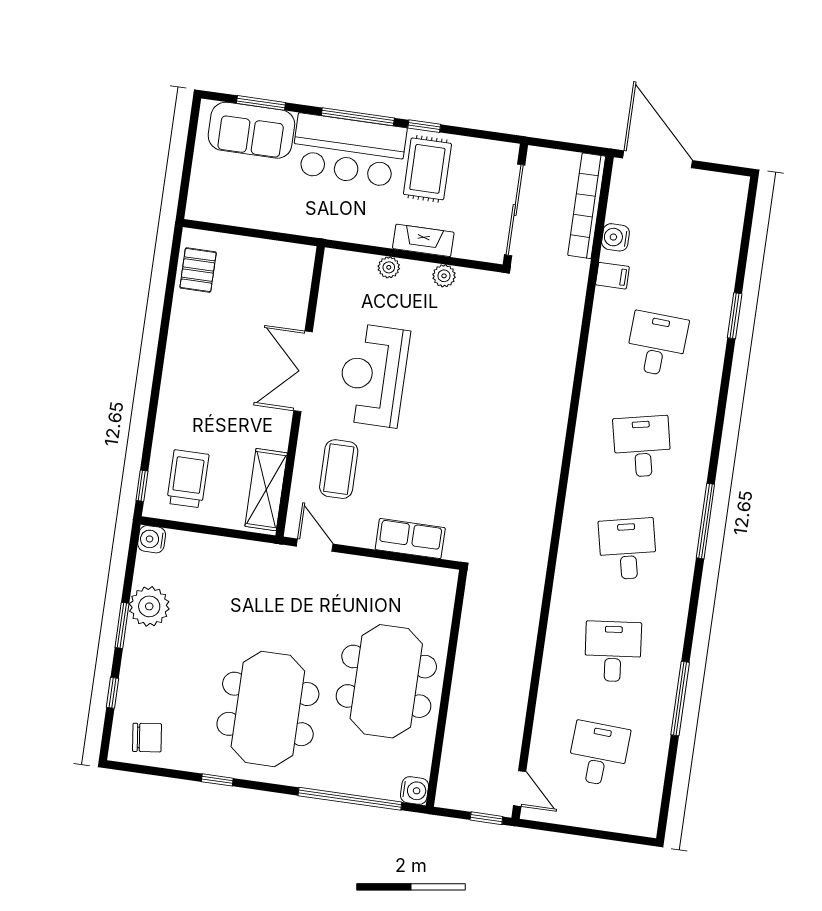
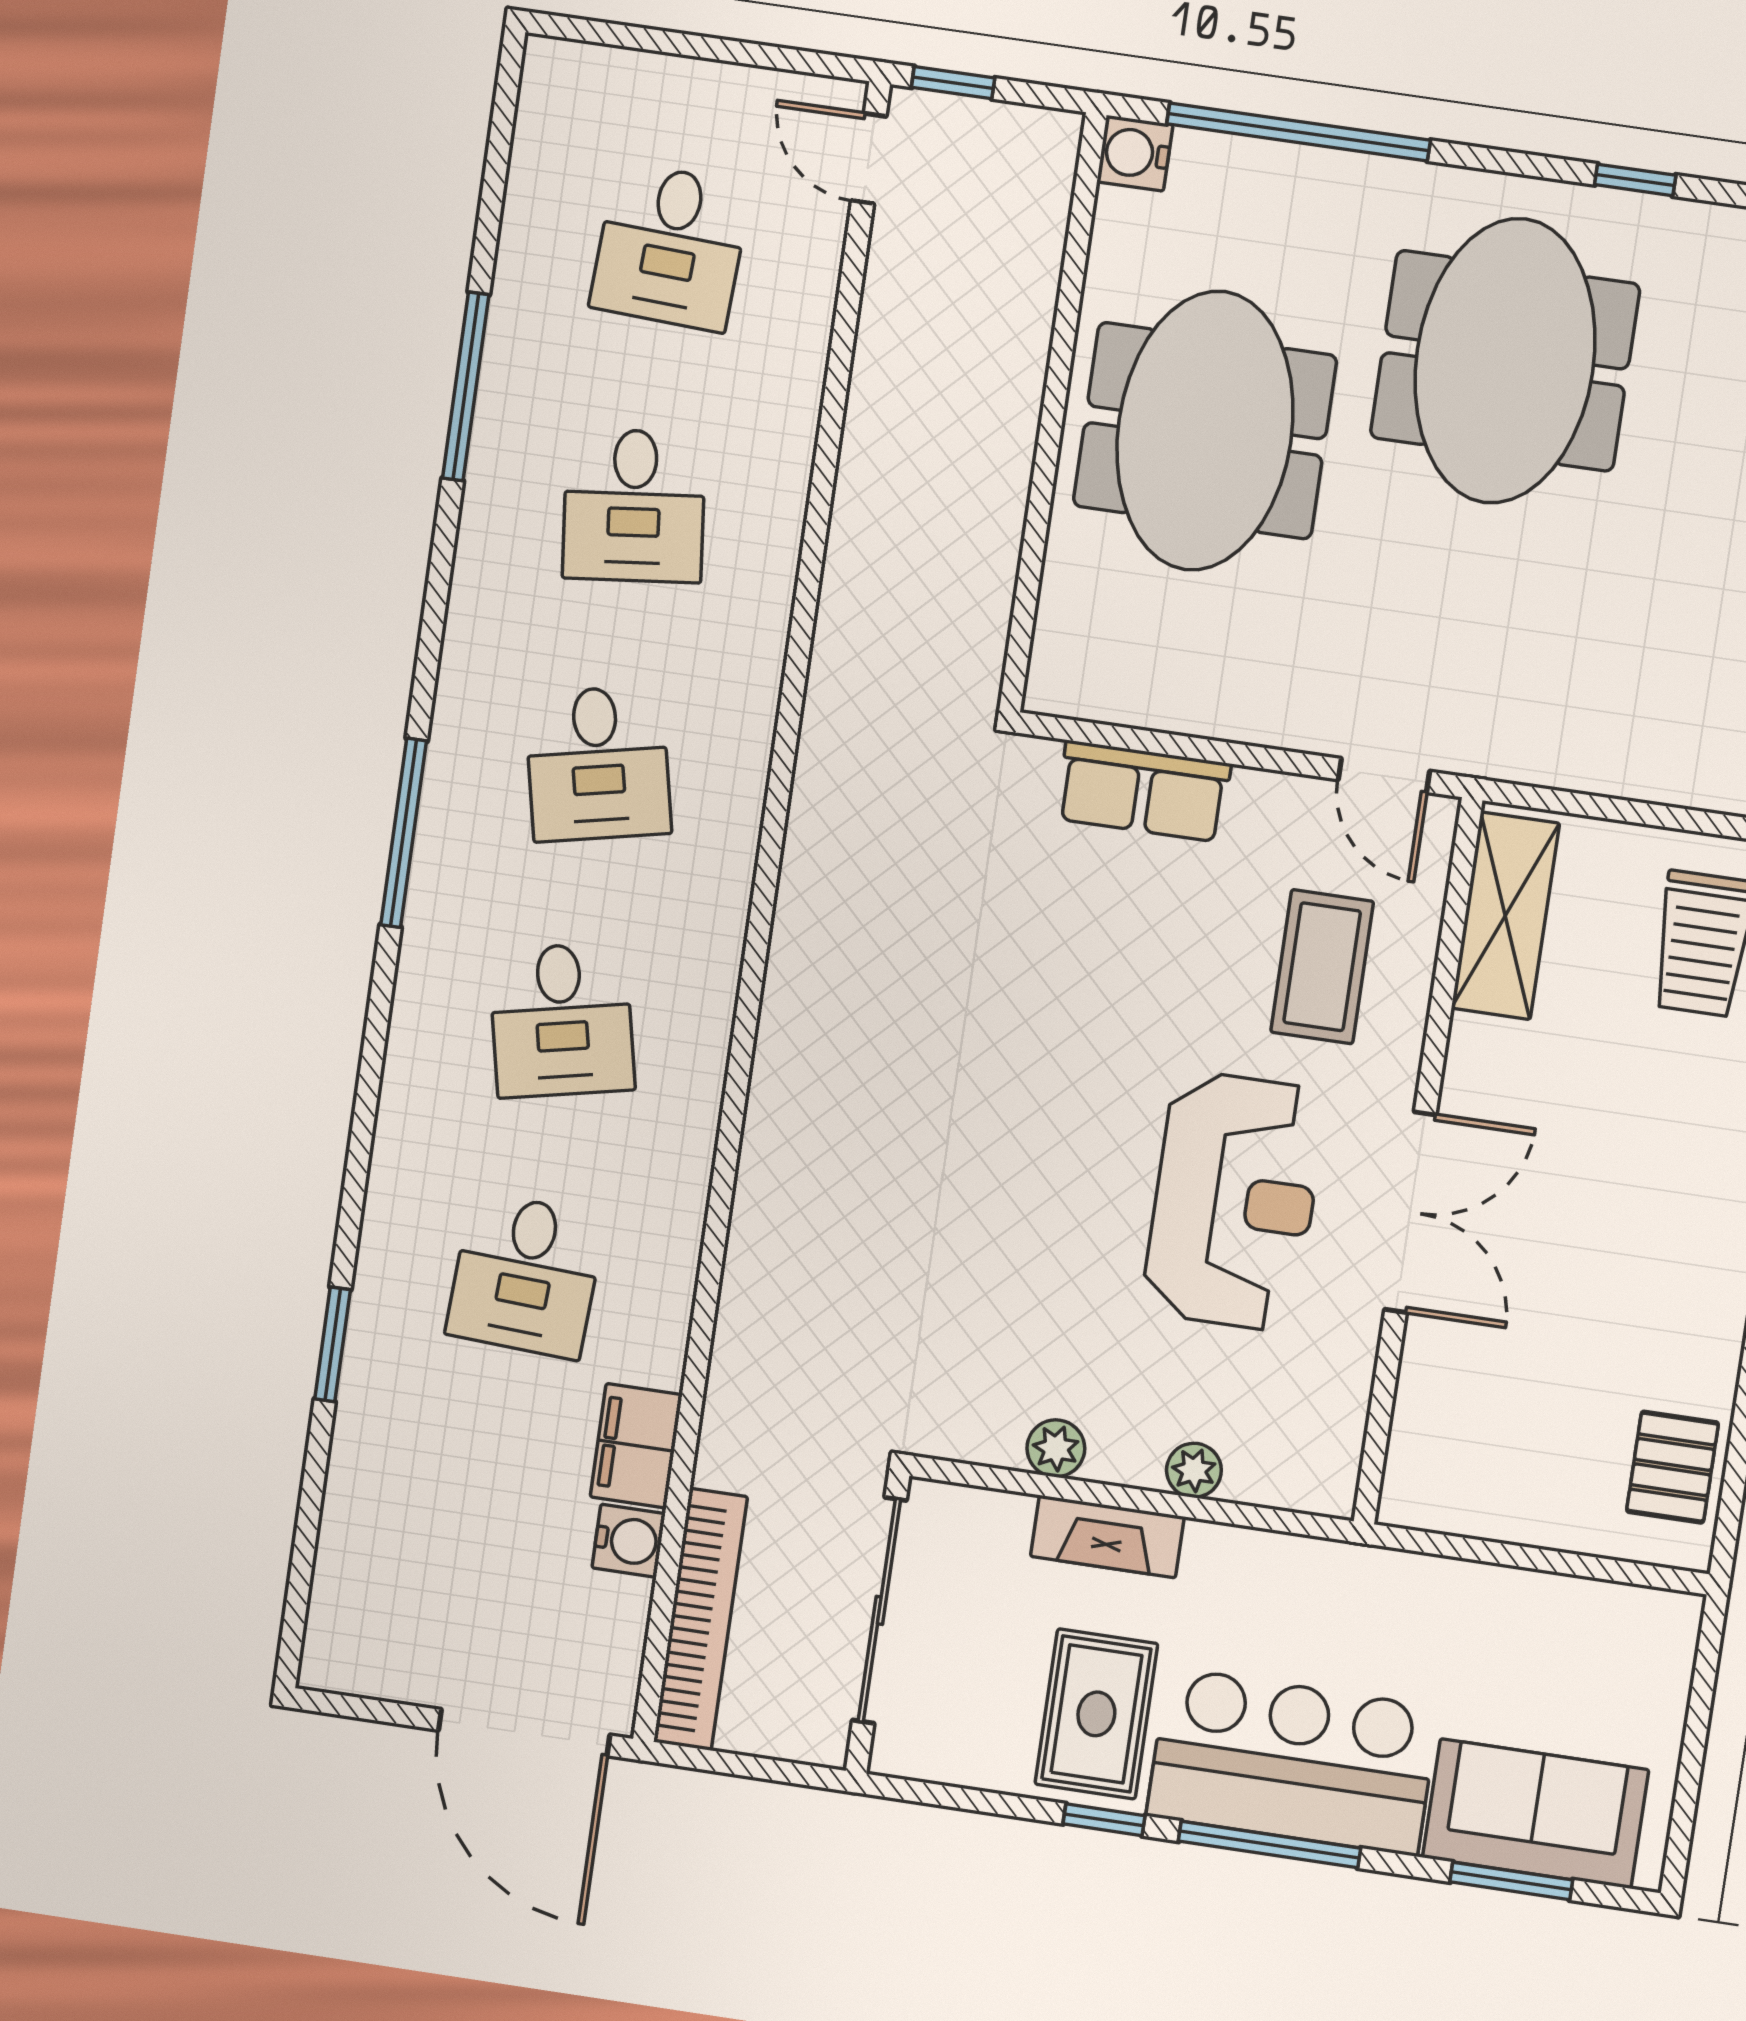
filing cabinet: (612, 276) -> (636, 1446), width x2.00

